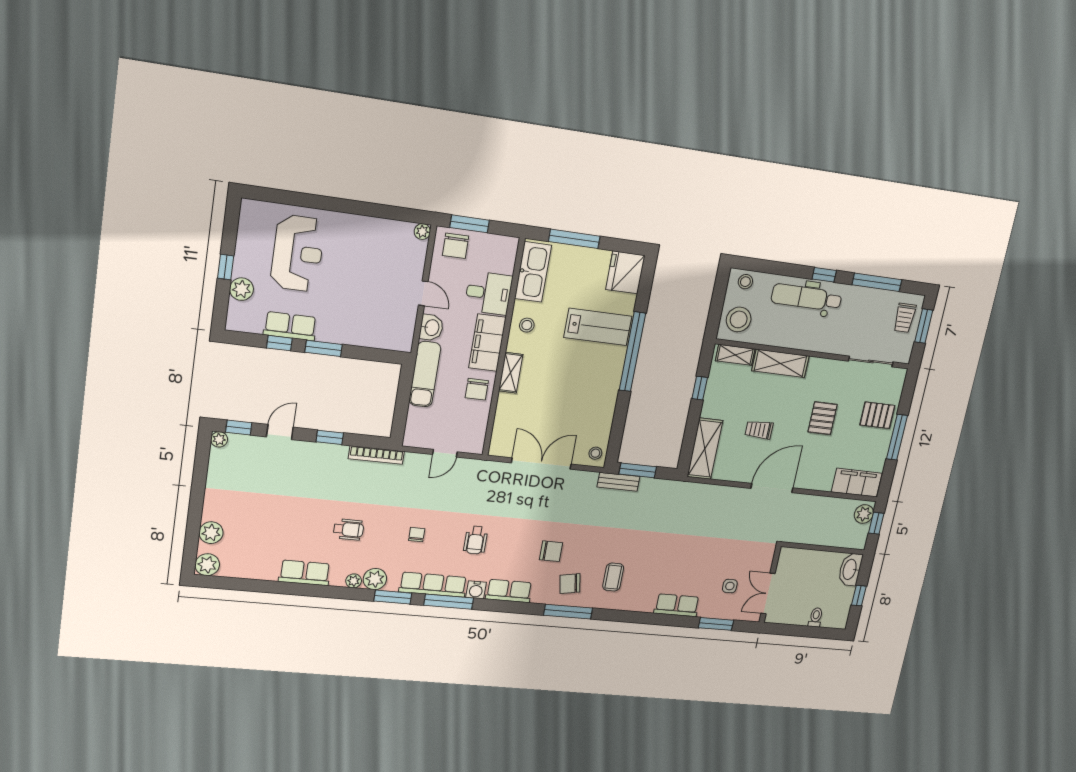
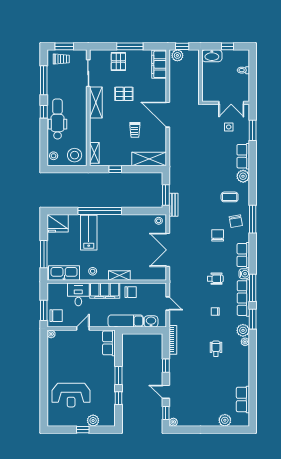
reception desk: (298, 253) -> (71, 395), turned 180
dental chair: (807, 298) -> (58, 119), turned 180
row of seats: (290, 326) -> (109, 343), moved
washbasin: (431, 328) -> (151, 321), moved
shelving: (780, 363) -> (96, 103), moved
plant: (207, 565) -> (243, 176), moved
row of seats: (305, 573) -> (243, 399), moved

